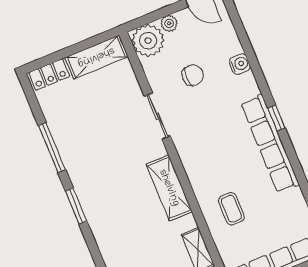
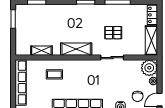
chair: (193, 75) -> (138, 96), moved
pallet: (111, 133) -> (113, 33), added

